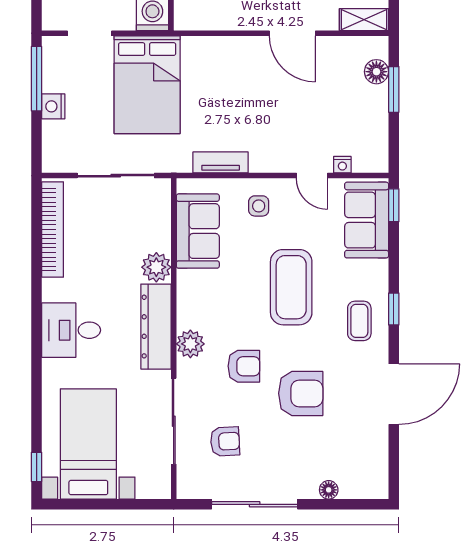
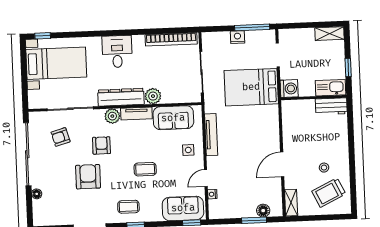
tv unit: (221, 162) -> (211, 135), width x1.41
coffee table: (291, 287) -> (145, 169), width x0.54, depth x0.58
tv unit: (187, 299) -> (136, 113), added
armchair: (244, 366) -> (101, 145), turned 180
armchair: (301, 393) -> (88, 177), turned 180
armchair: (225, 441) -> (61, 137), turned 77
sliding door: (255, 504) -> (27, 154), width x1.36

